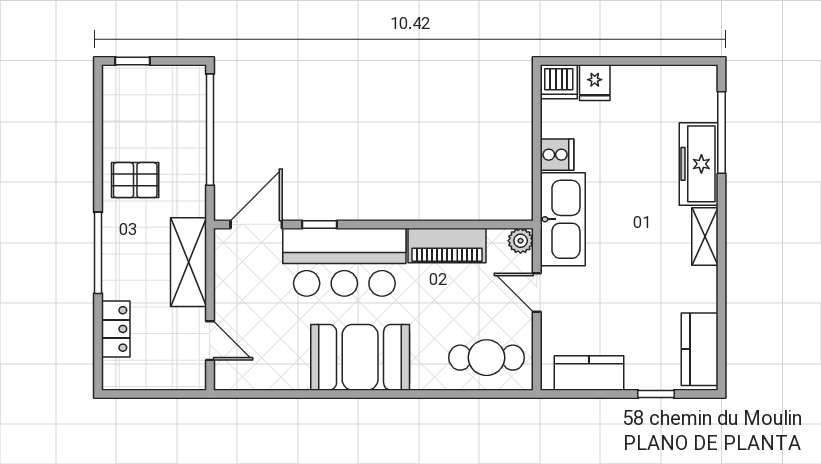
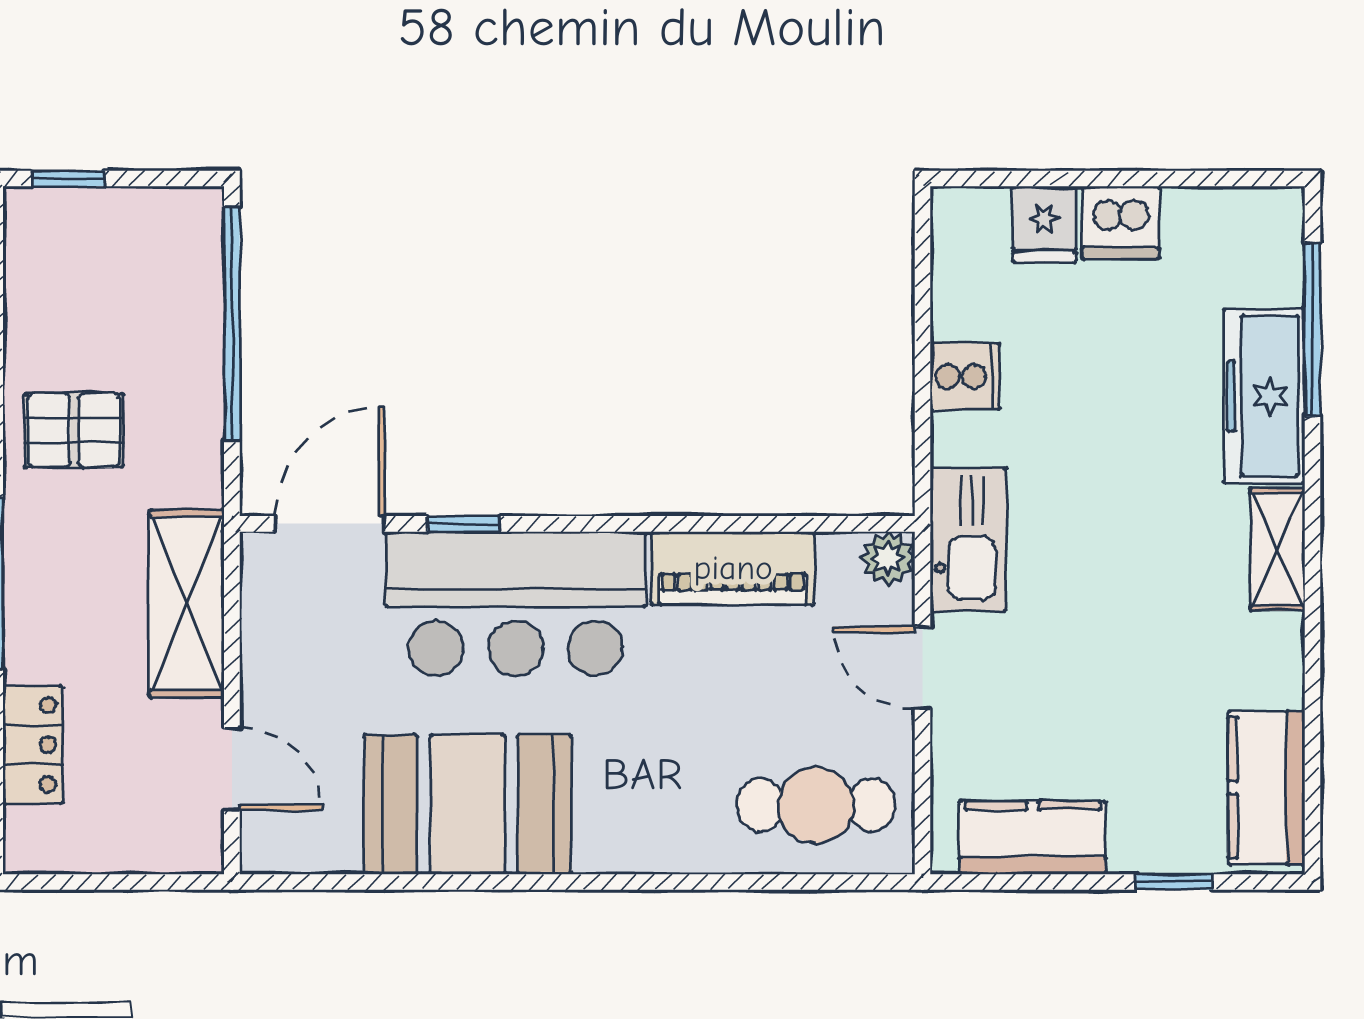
dishwasher: (559, 82) -> (1120, 222), moved
kitchen sink: (563, 219) -> (968, 539), width x0.73, depth x0.81
booth: (360, 357) -> (468, 805), moved

